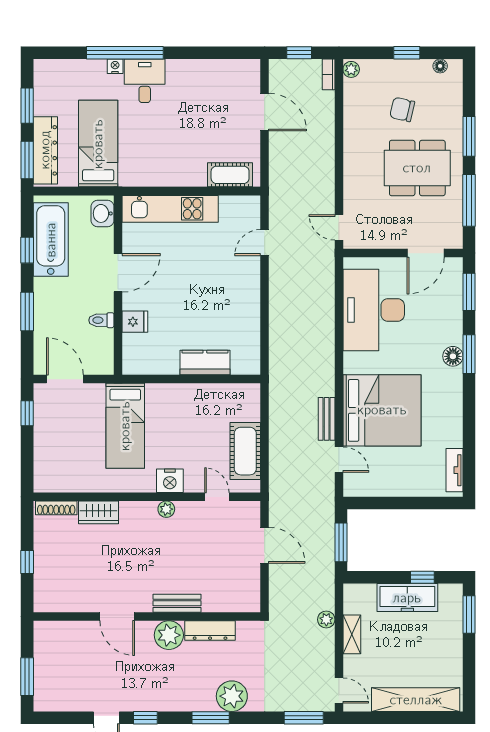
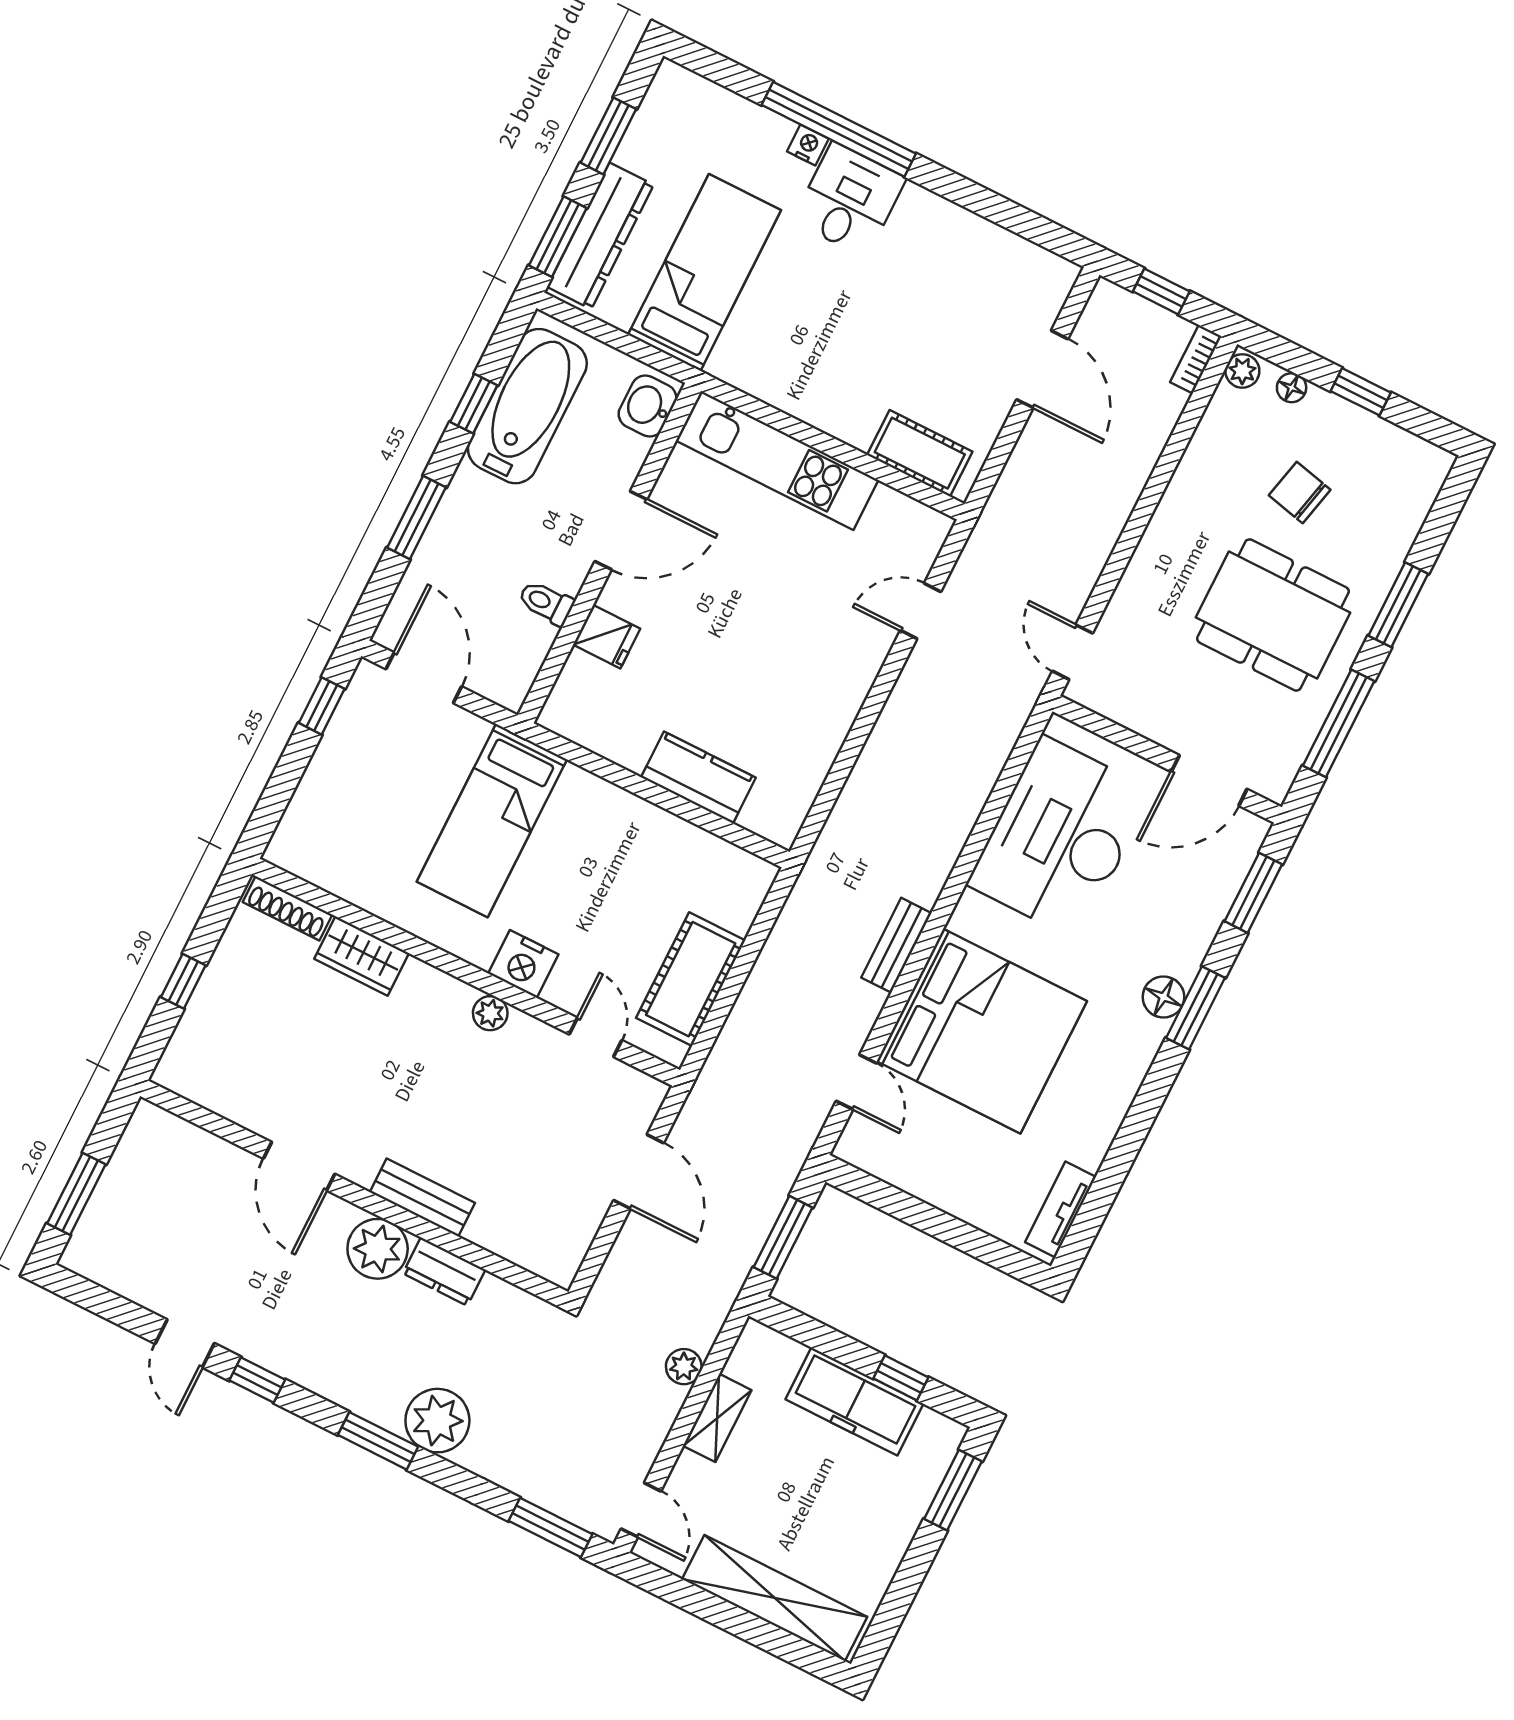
floor lamp: (440, 66) -> (1292, 388), moved
bench: (327, 419) -> (896, 945), moved
dresser: (210, 630) -> (444, 1272), width x0.70

